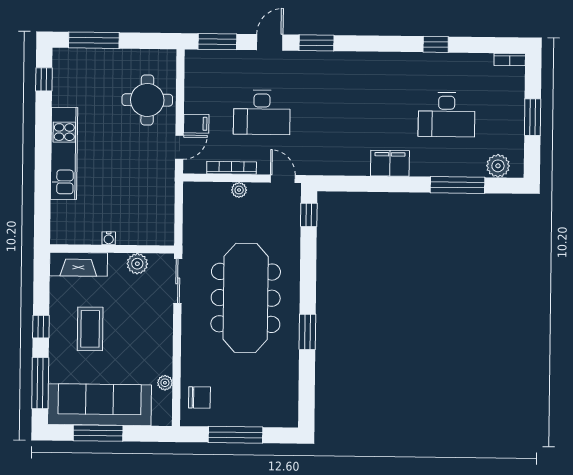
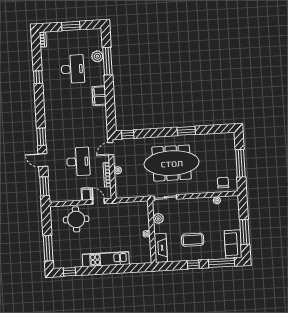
plant: (498, 166) -> (97, 56), moved
sofa: (100, 405) -> (233, 244), width x0.54, depth x0.79

